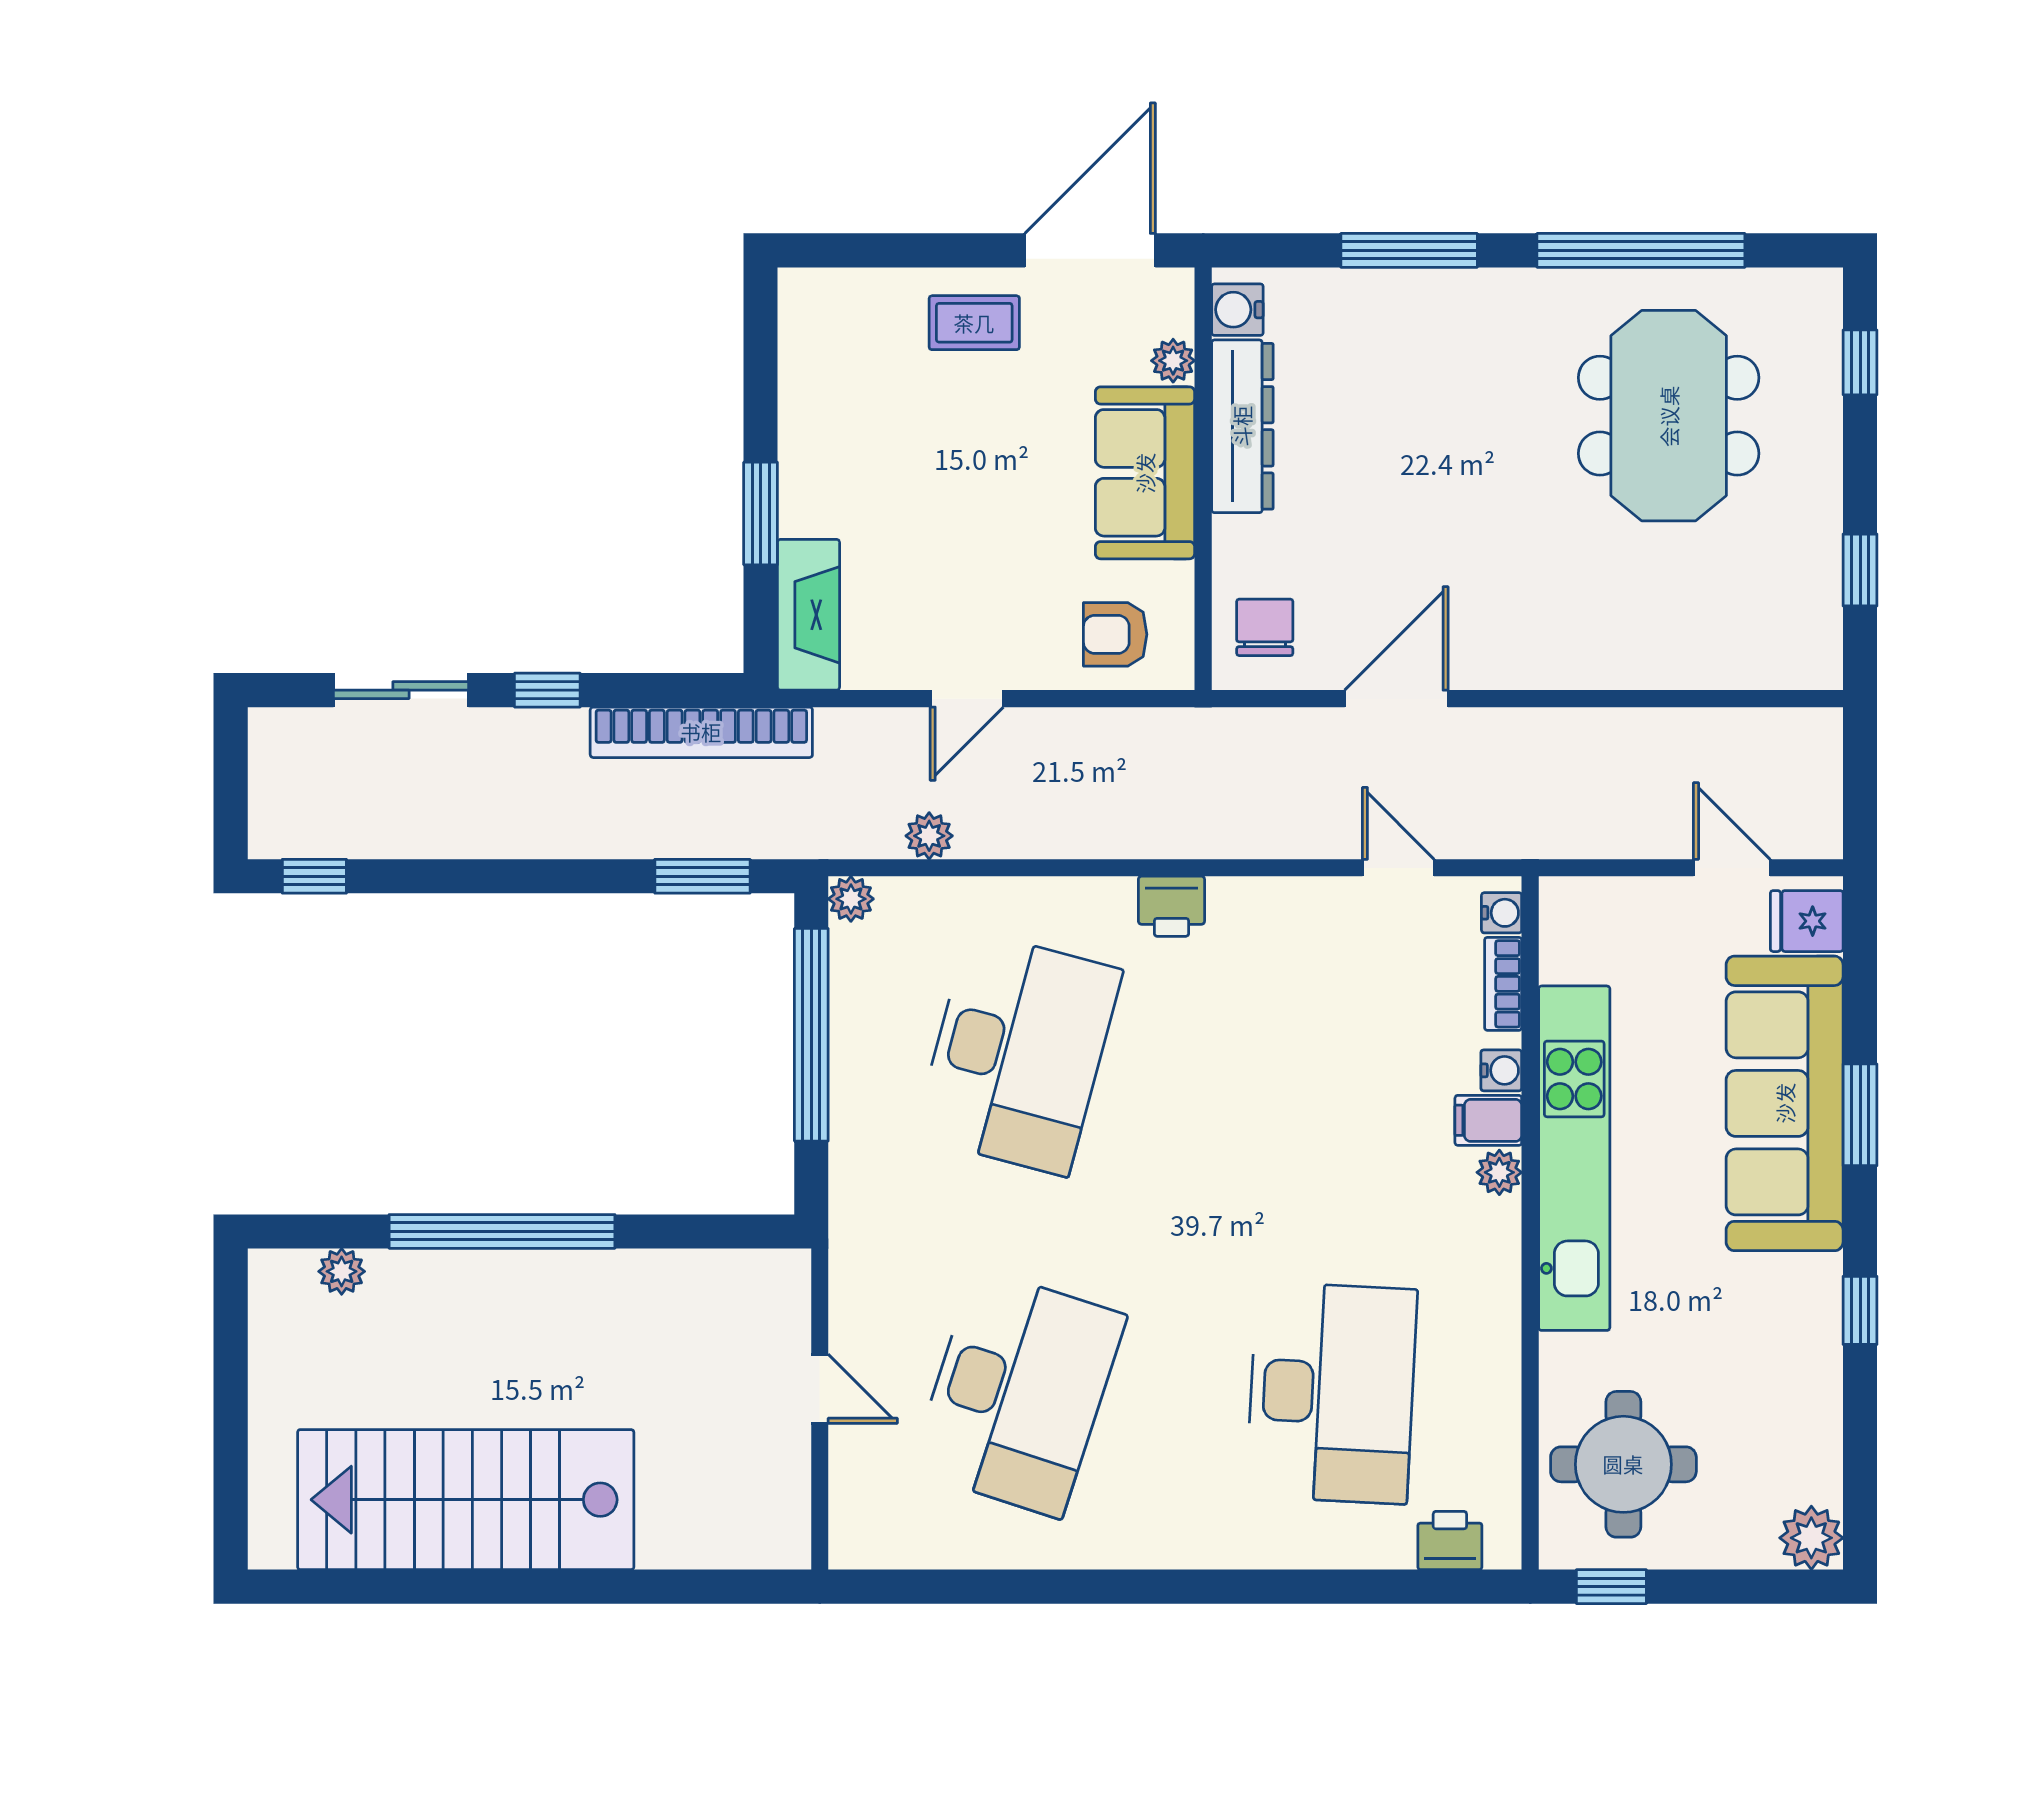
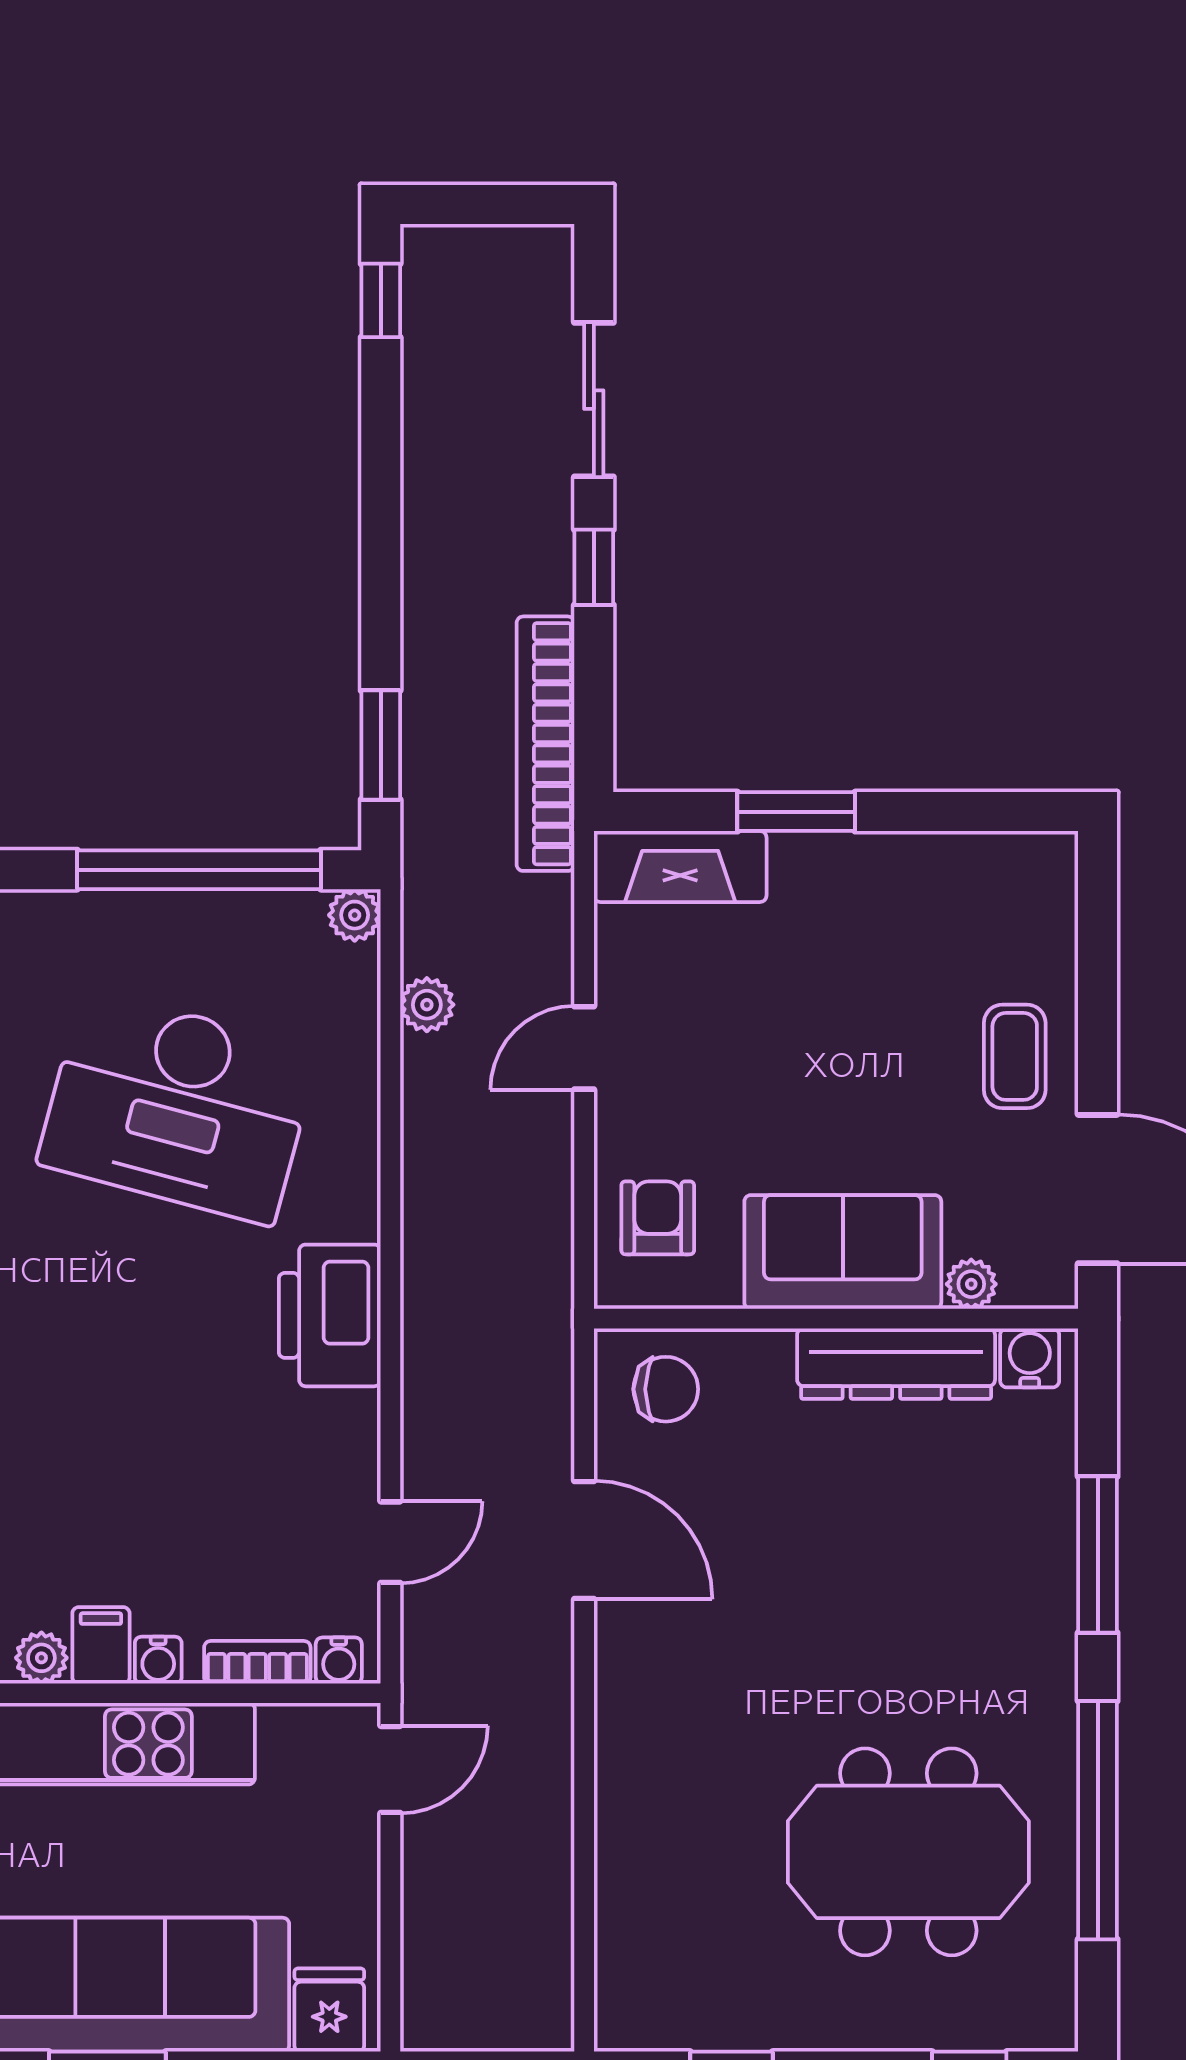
door: (967, 699) -> (584, 1048), hinge flipped
door: (1732, 868) -> (390, 1769), moved
printer: (1171, 906) -> (330, 1315), width x1.87, depth x1.48

